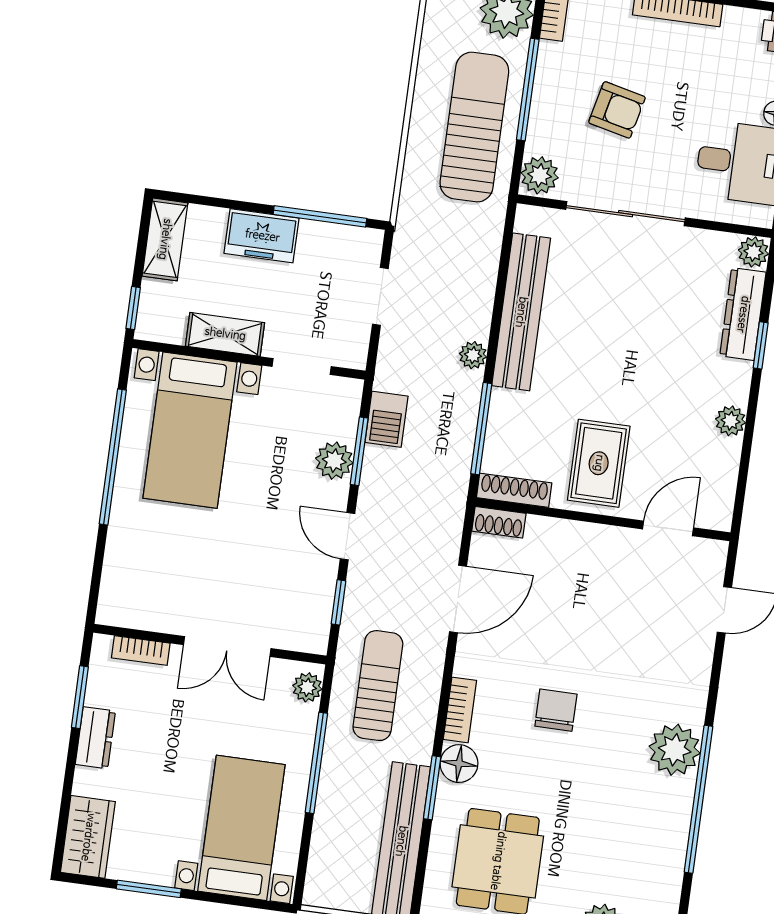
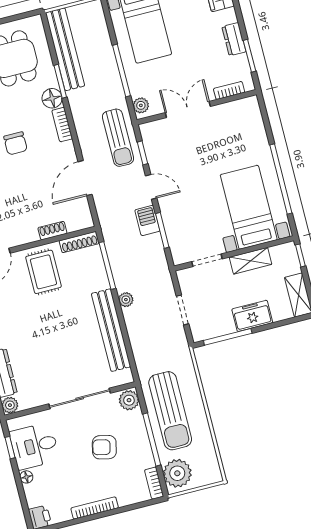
barbecue: (387, 419) -> (147, 221), moved
plant: (334, 461) -> (173, 221), removed
shoe rack: (499, 522) -> (52, 231), moved
sun lounger: (378, 686) -> (118, 138), moved

